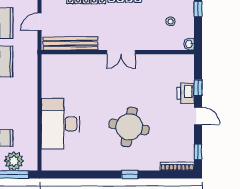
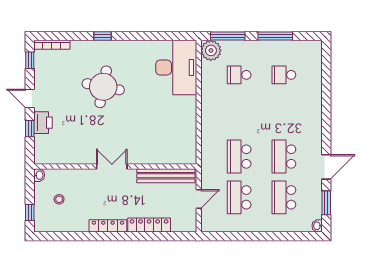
desk: (61, 124) -> (176, 68), moved
plant: (14, 161) -> (211, 50), moved

